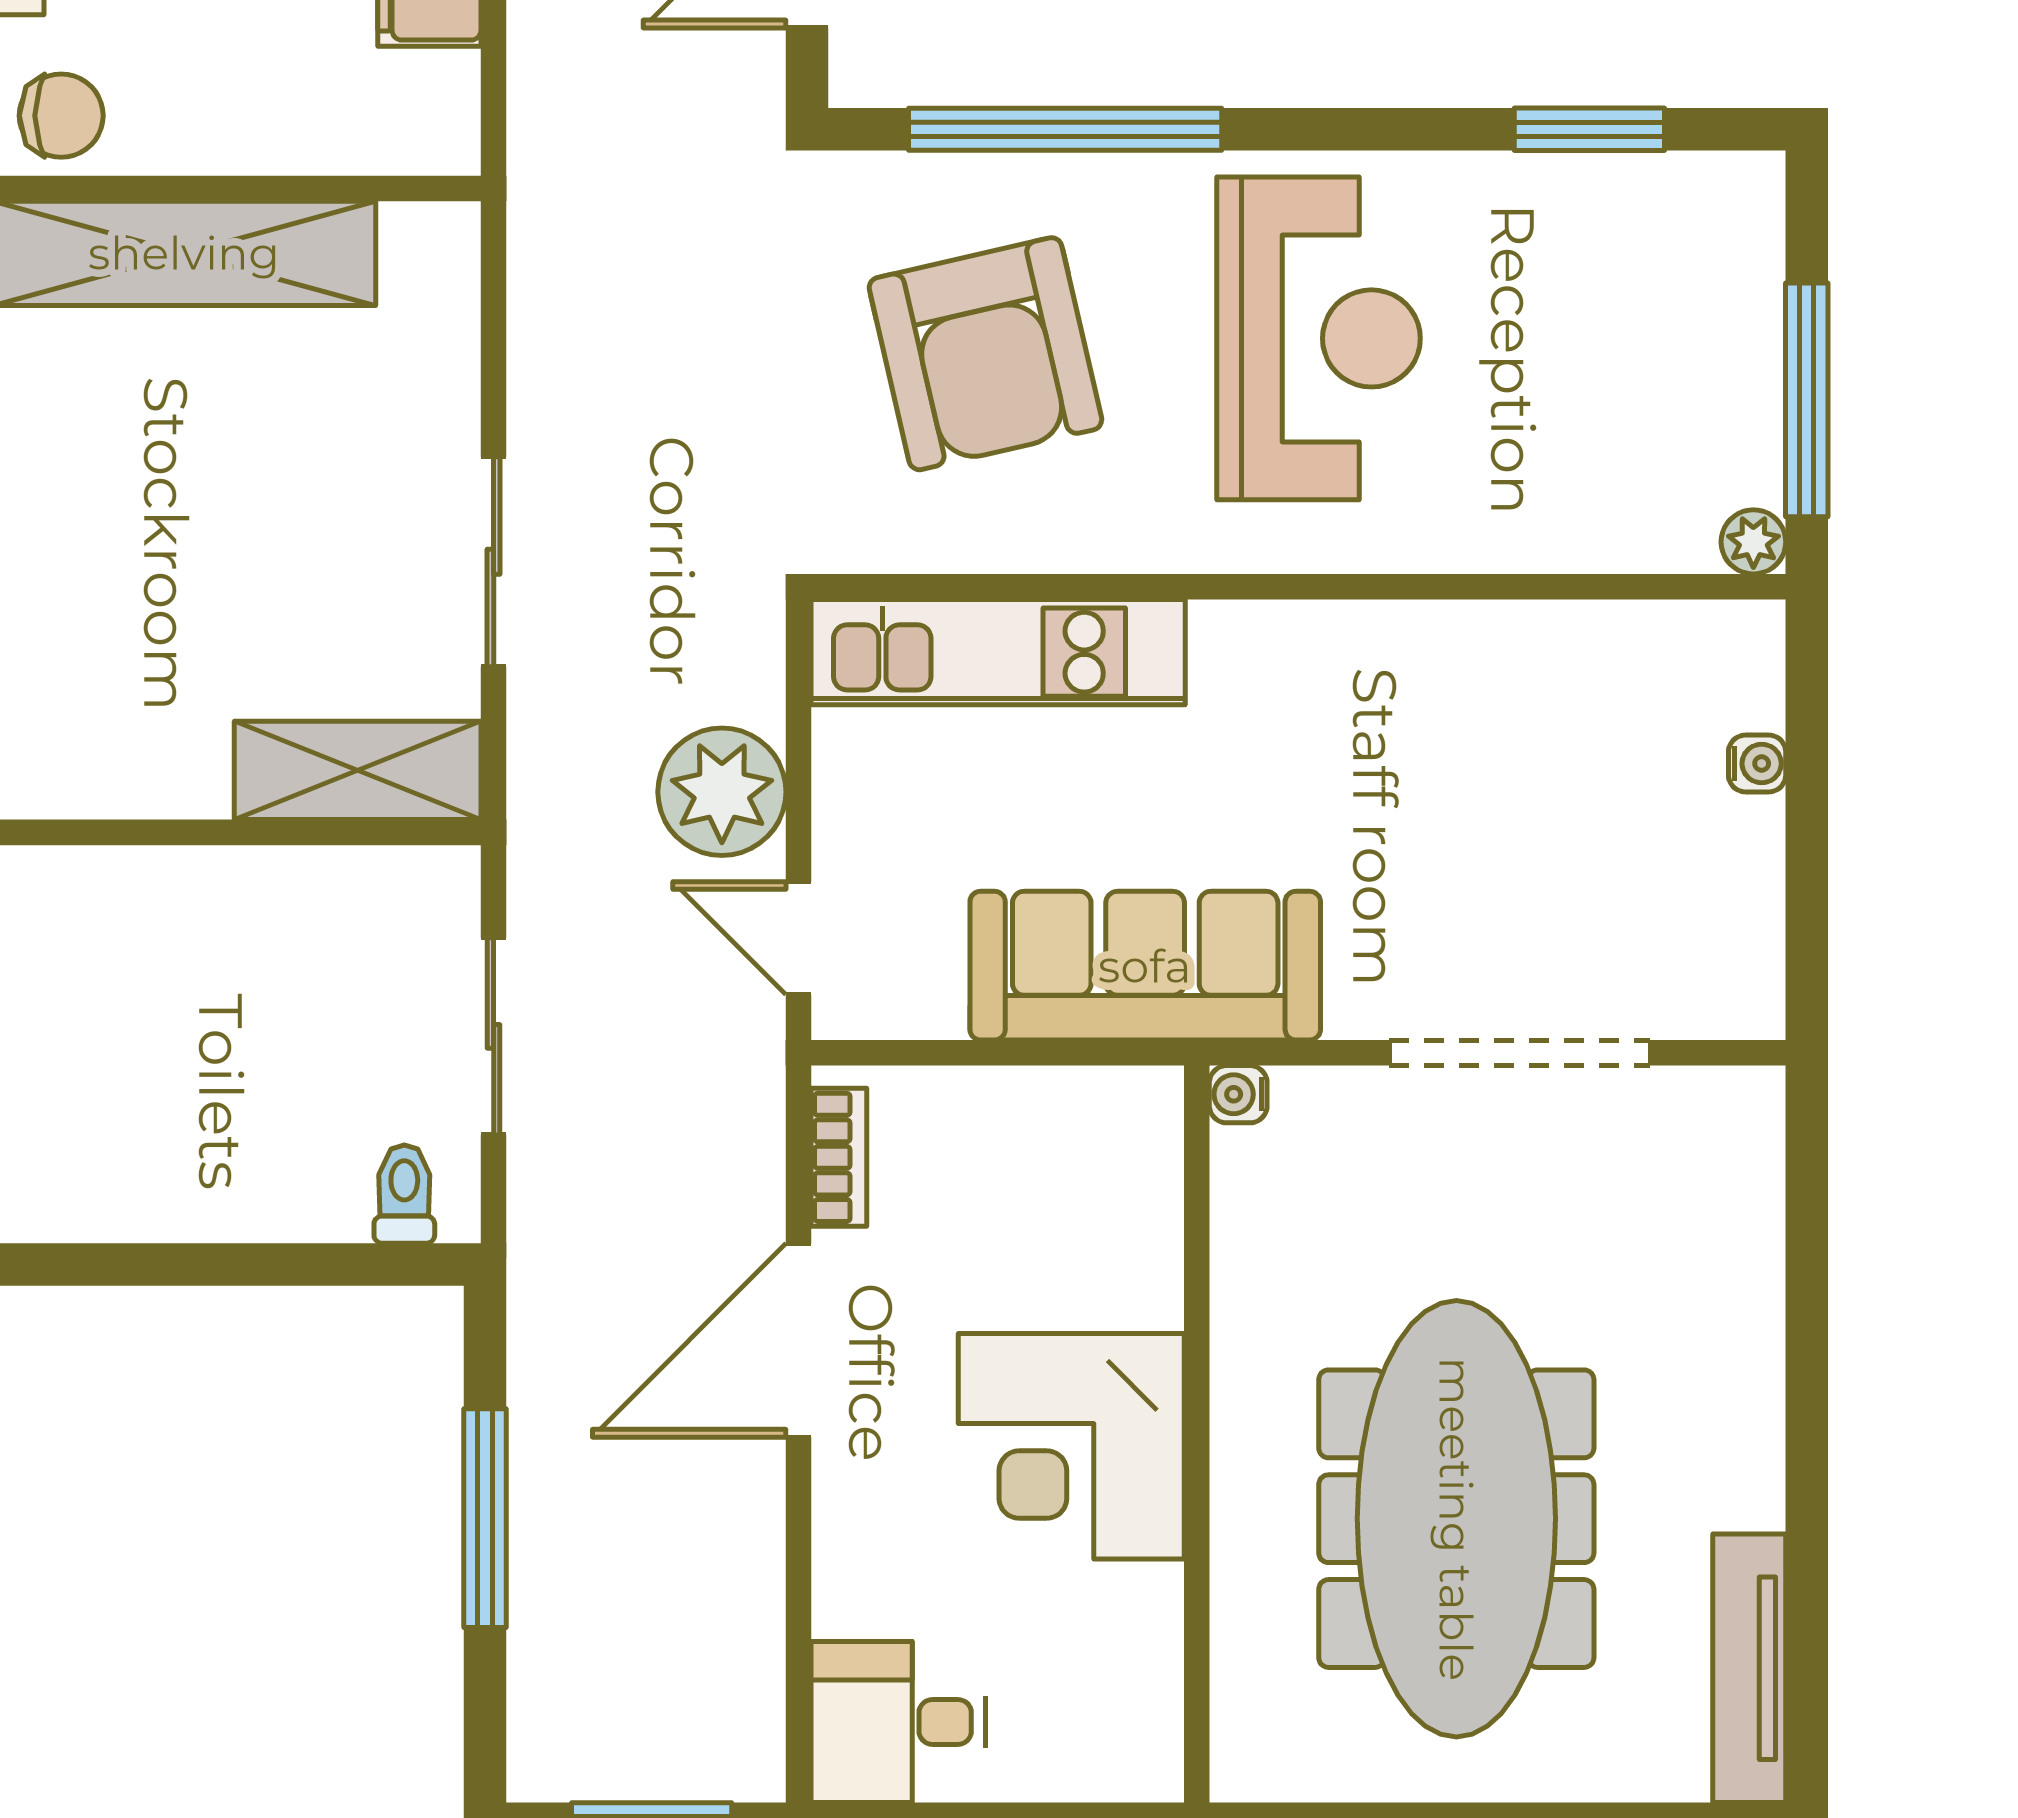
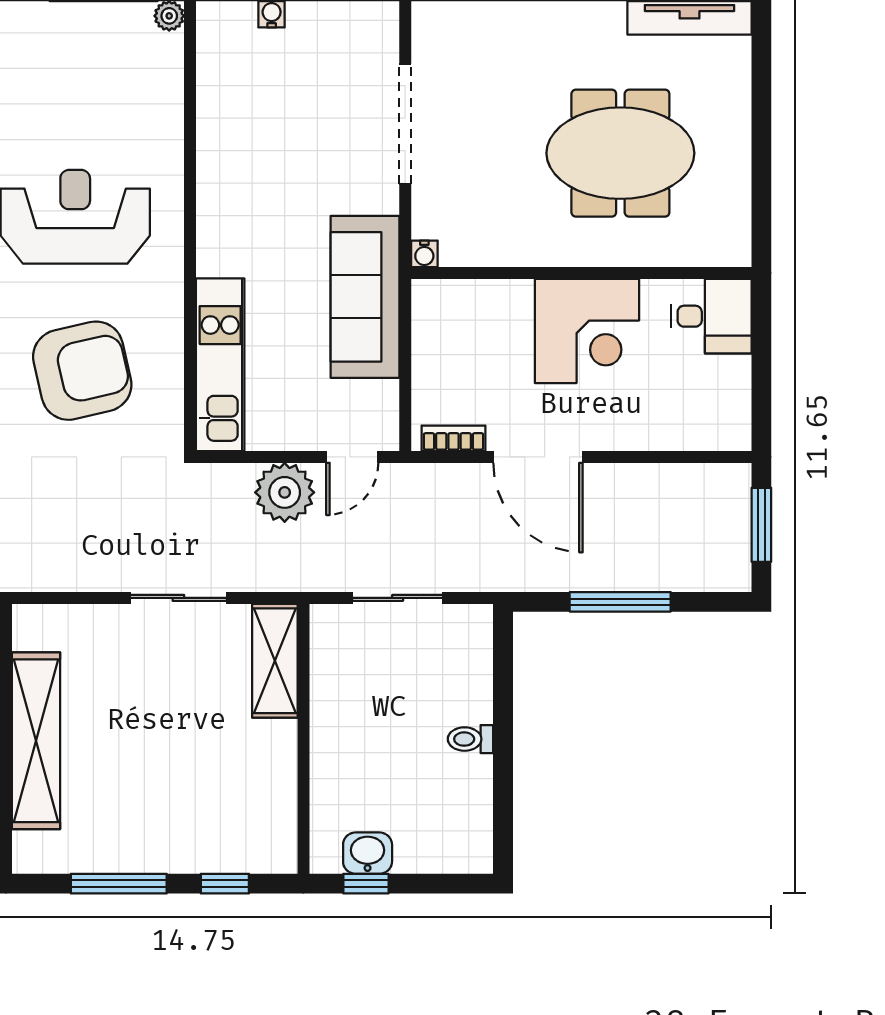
toilet: (404, 1194) -> (471, 739), moved
meeting table: (1456, 1519) -> (620, 153), width x0.73
desk: (898, 1722) -> (711, 316), moved, turned -90

